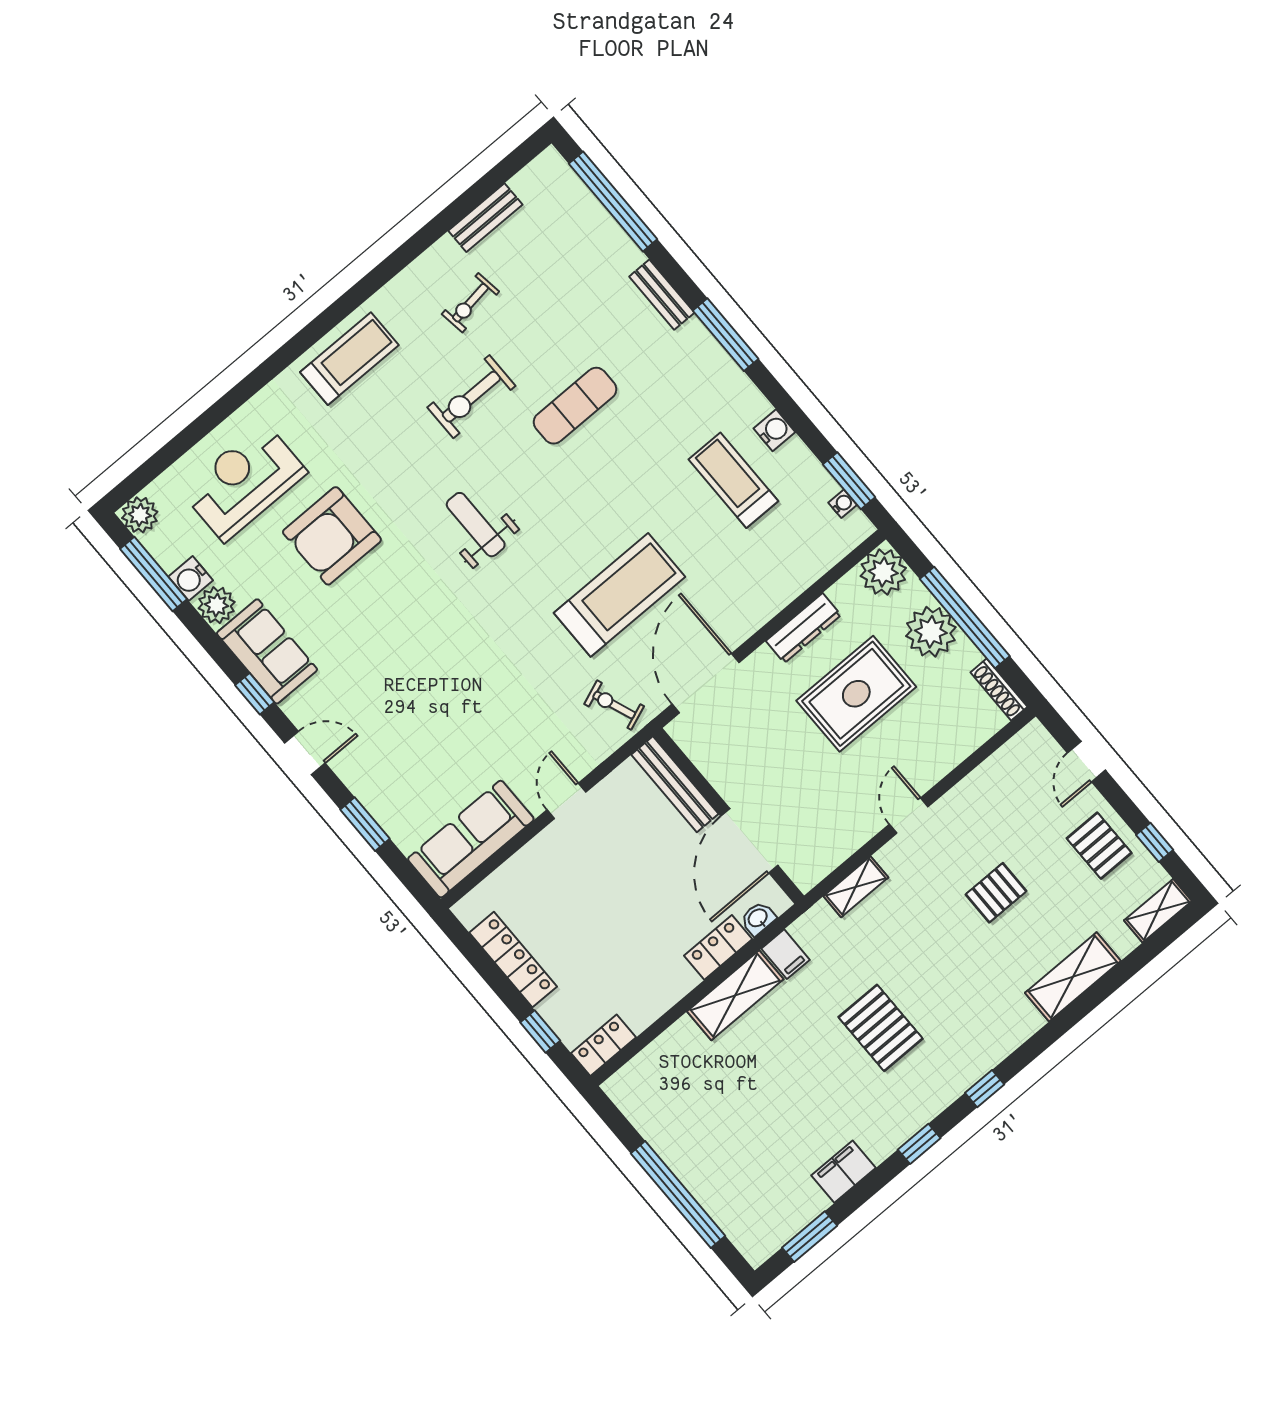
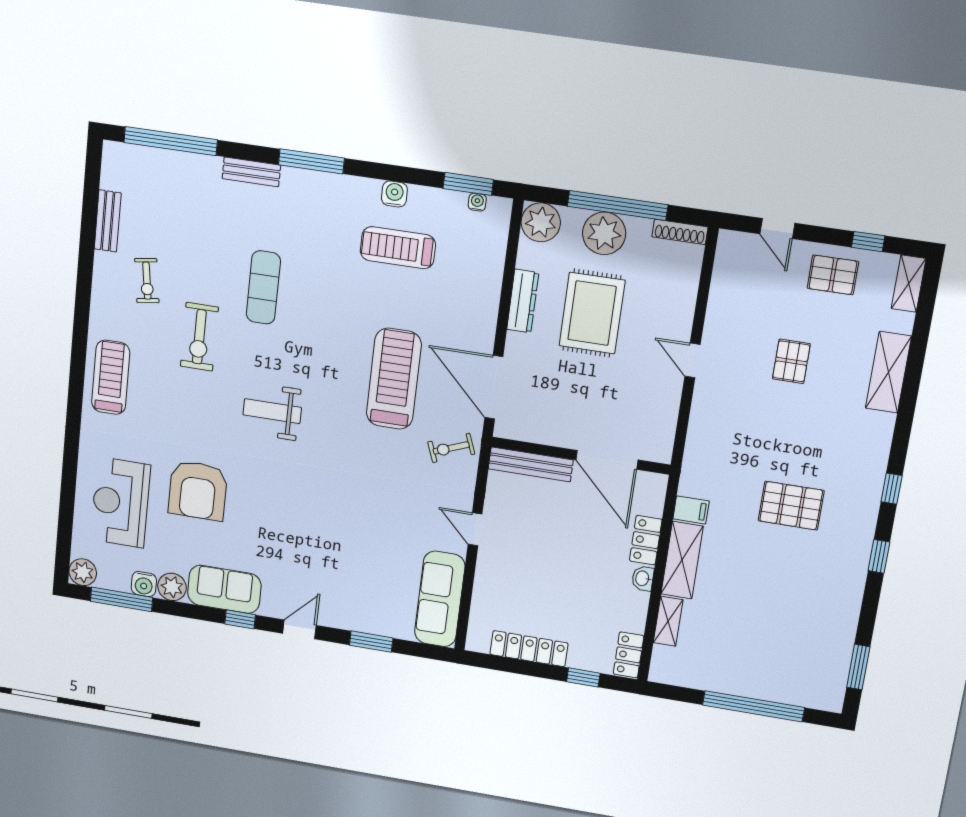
shelving: (856, 887) -> (668, 621), moved
washbasin: (758, 918) -> (643, 578), moved
filing cabinet: (844, 1172) -> (845, 611), removed

